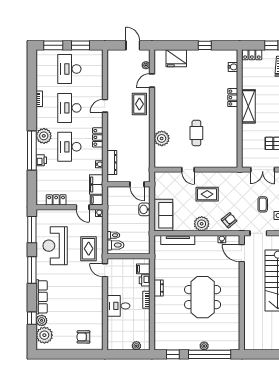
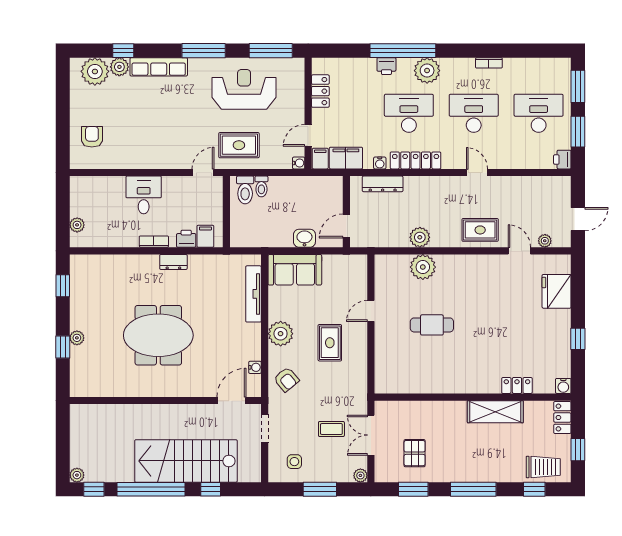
printer: (97, 55) -> (562, 160), added
water cooler: (233, 67) -> (563, 386), moved
locker: (233, 98) -> (517, 385), moved
shelving: (248, 106) -> (495, 412), moved
locker: (98, 137) -> (416, 160), width x1.53
plant: (144, 140) -> (420, 237), added
coffee table: (263, 204) -> (331, 429), moved
window: (210, 354) -> (63, 347), width x0.32

